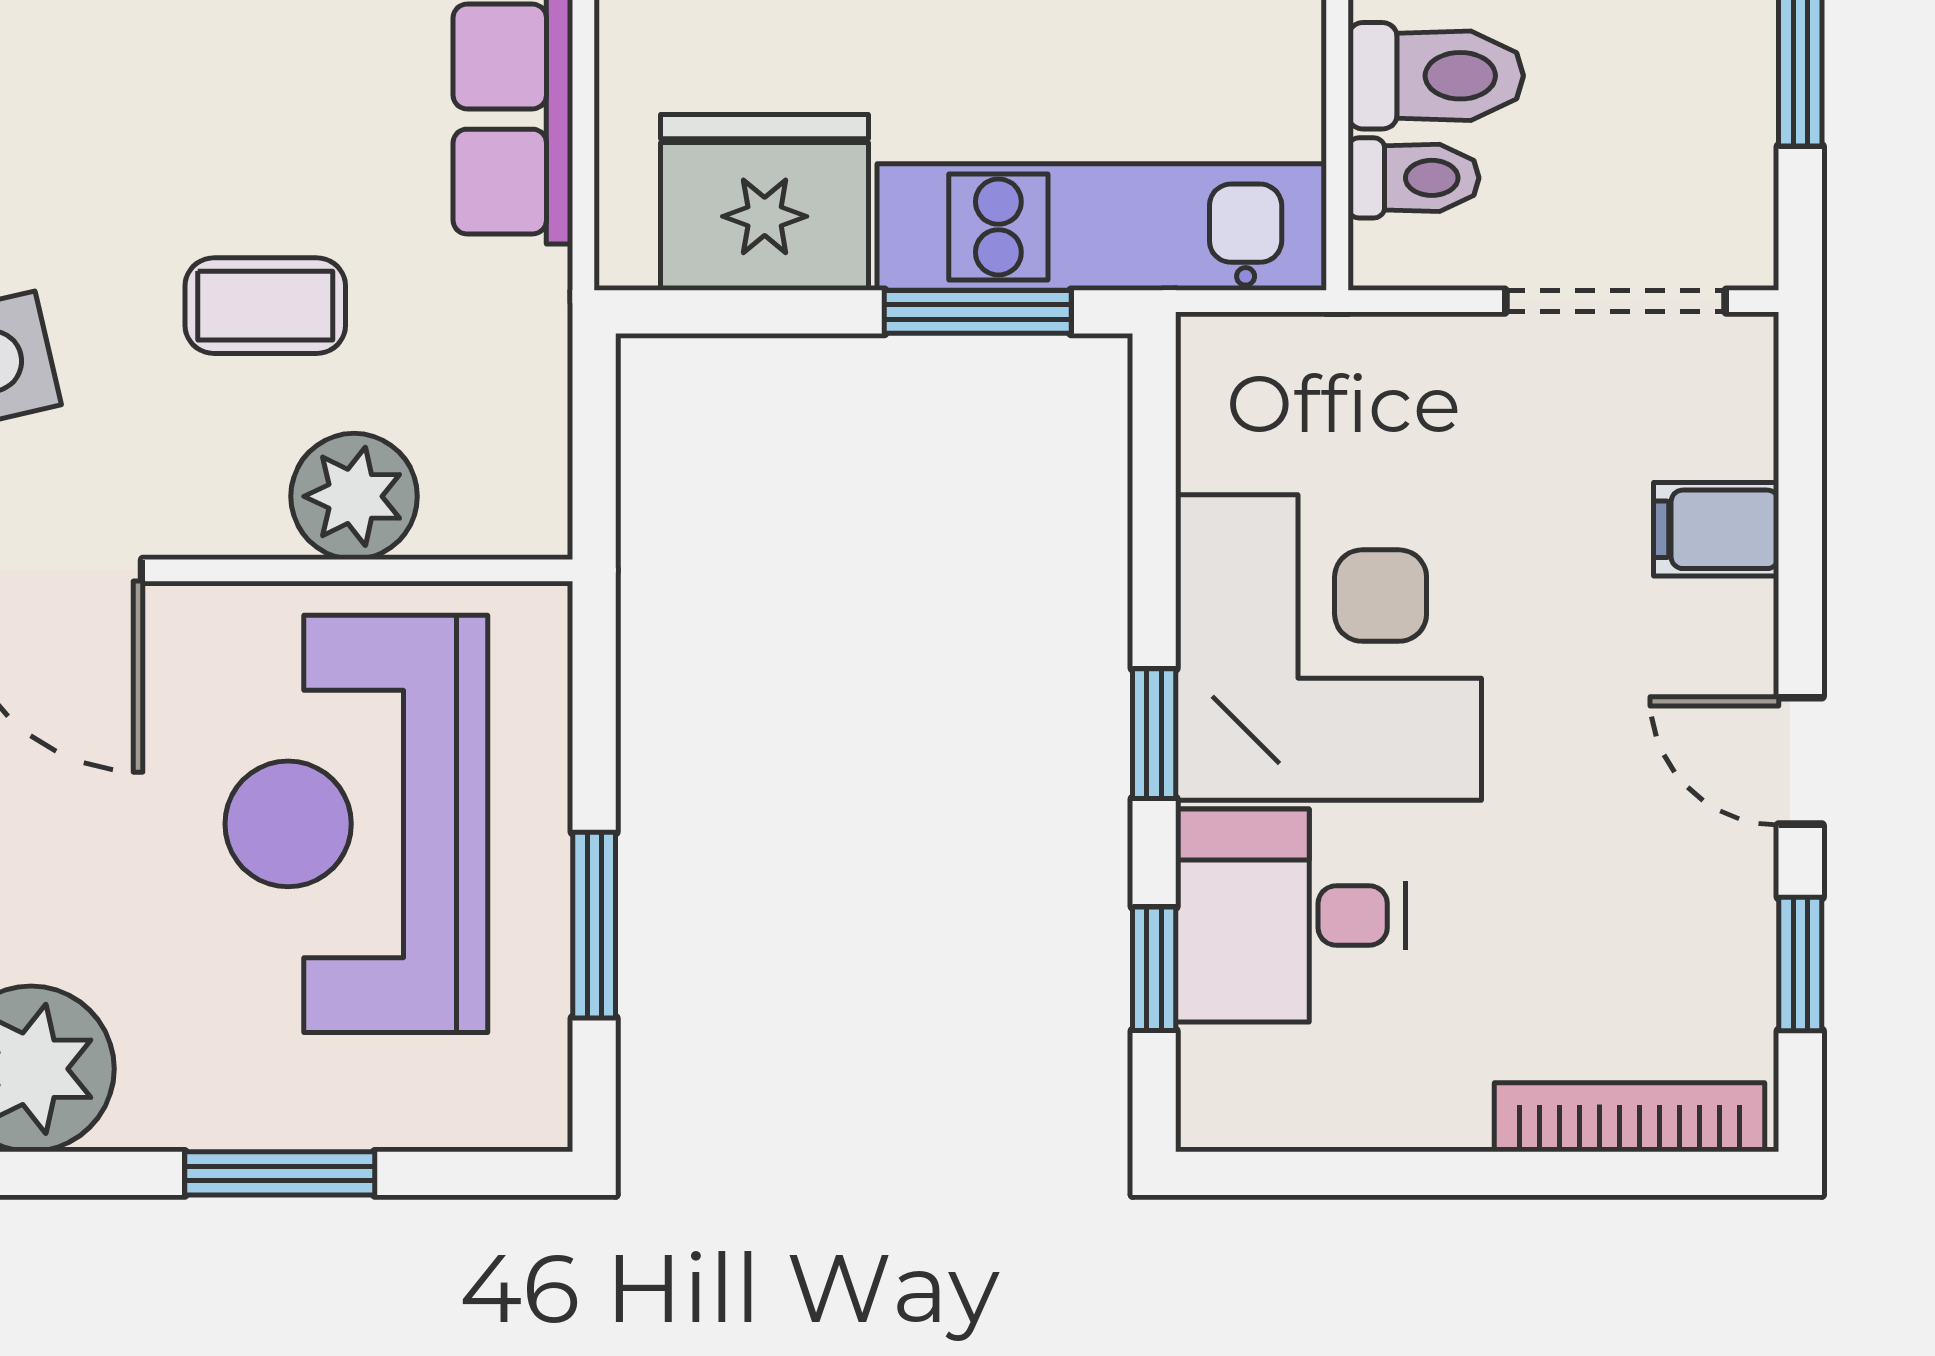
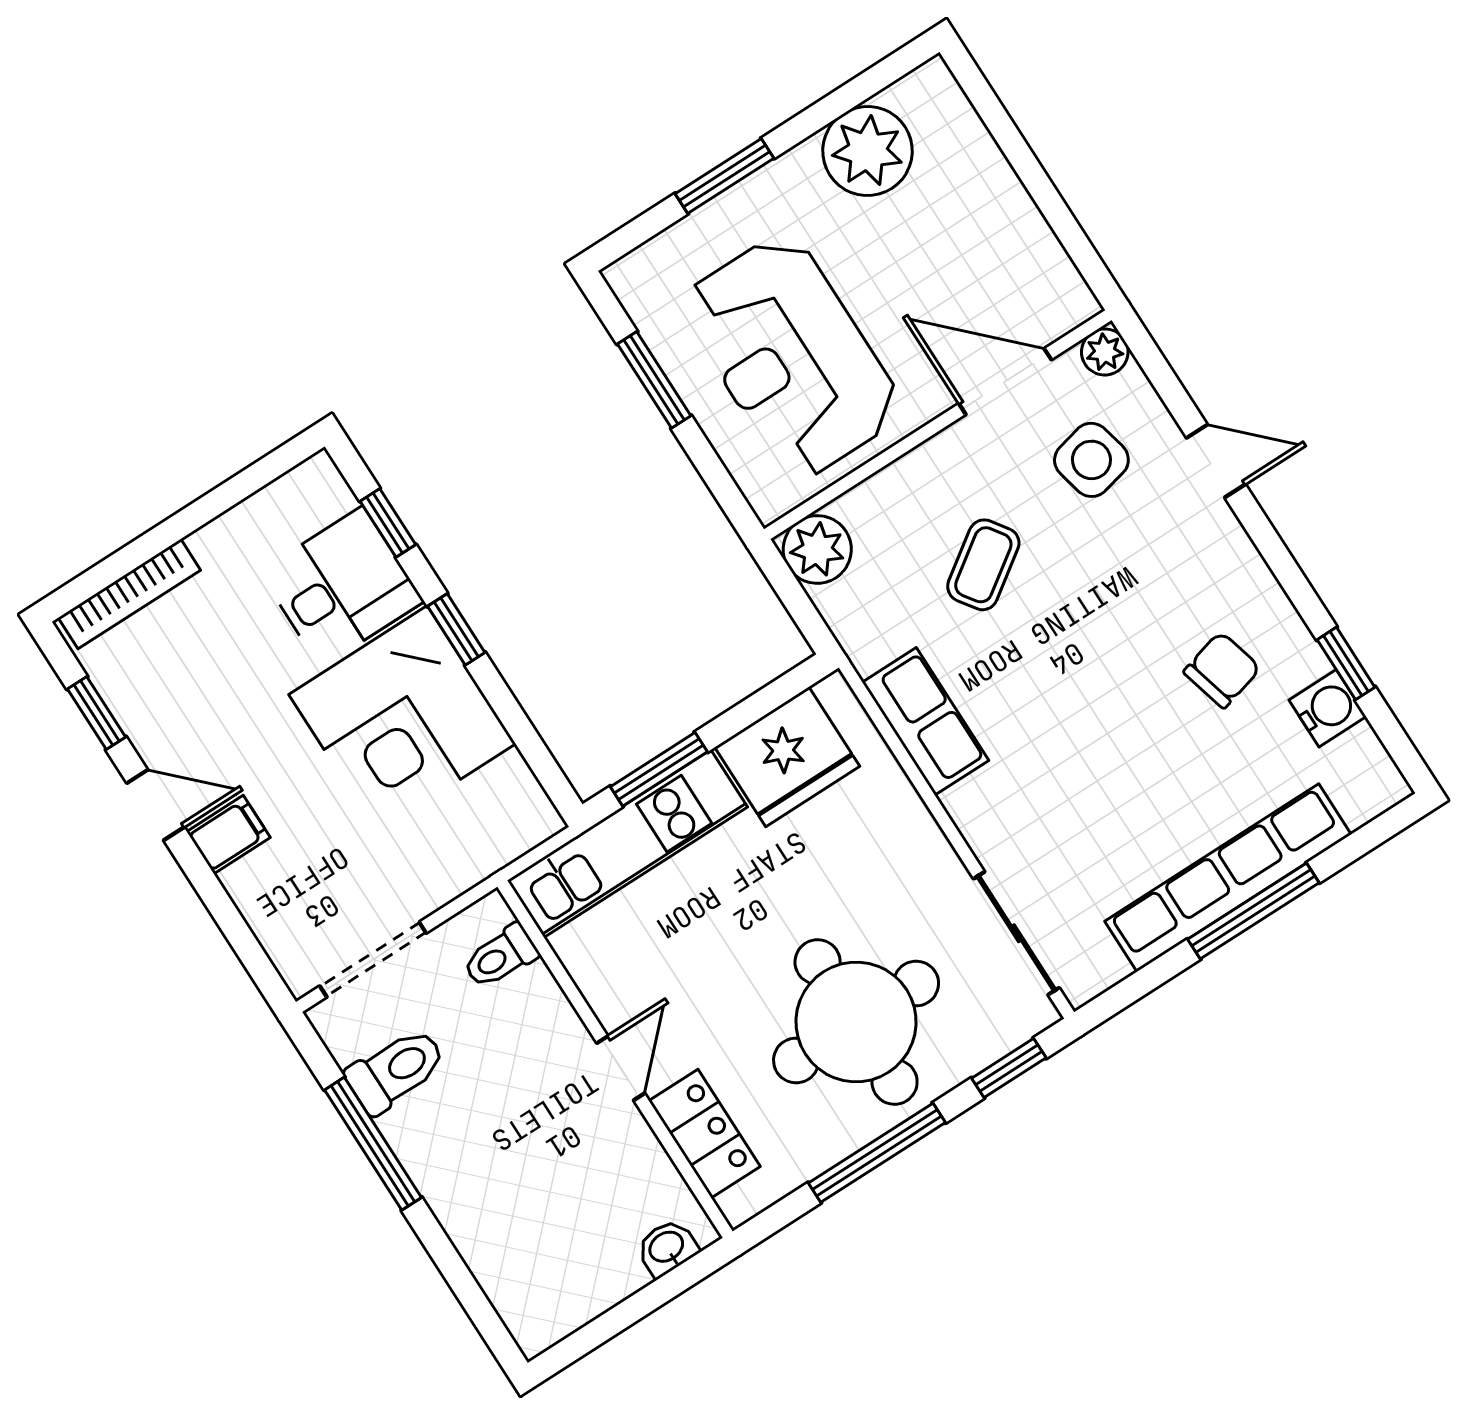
toilet: (1436, 76) -> (396, 1070), moved, turned 180
coffee table: (265, 306) -> (983, 565), turned -35
plant: (354, 496) -> (817, 549), moved
filing cabinet: (1716, 529) -> (228, 835), moved
reception desk: (356, 824) -> (791, 357), turned 180

